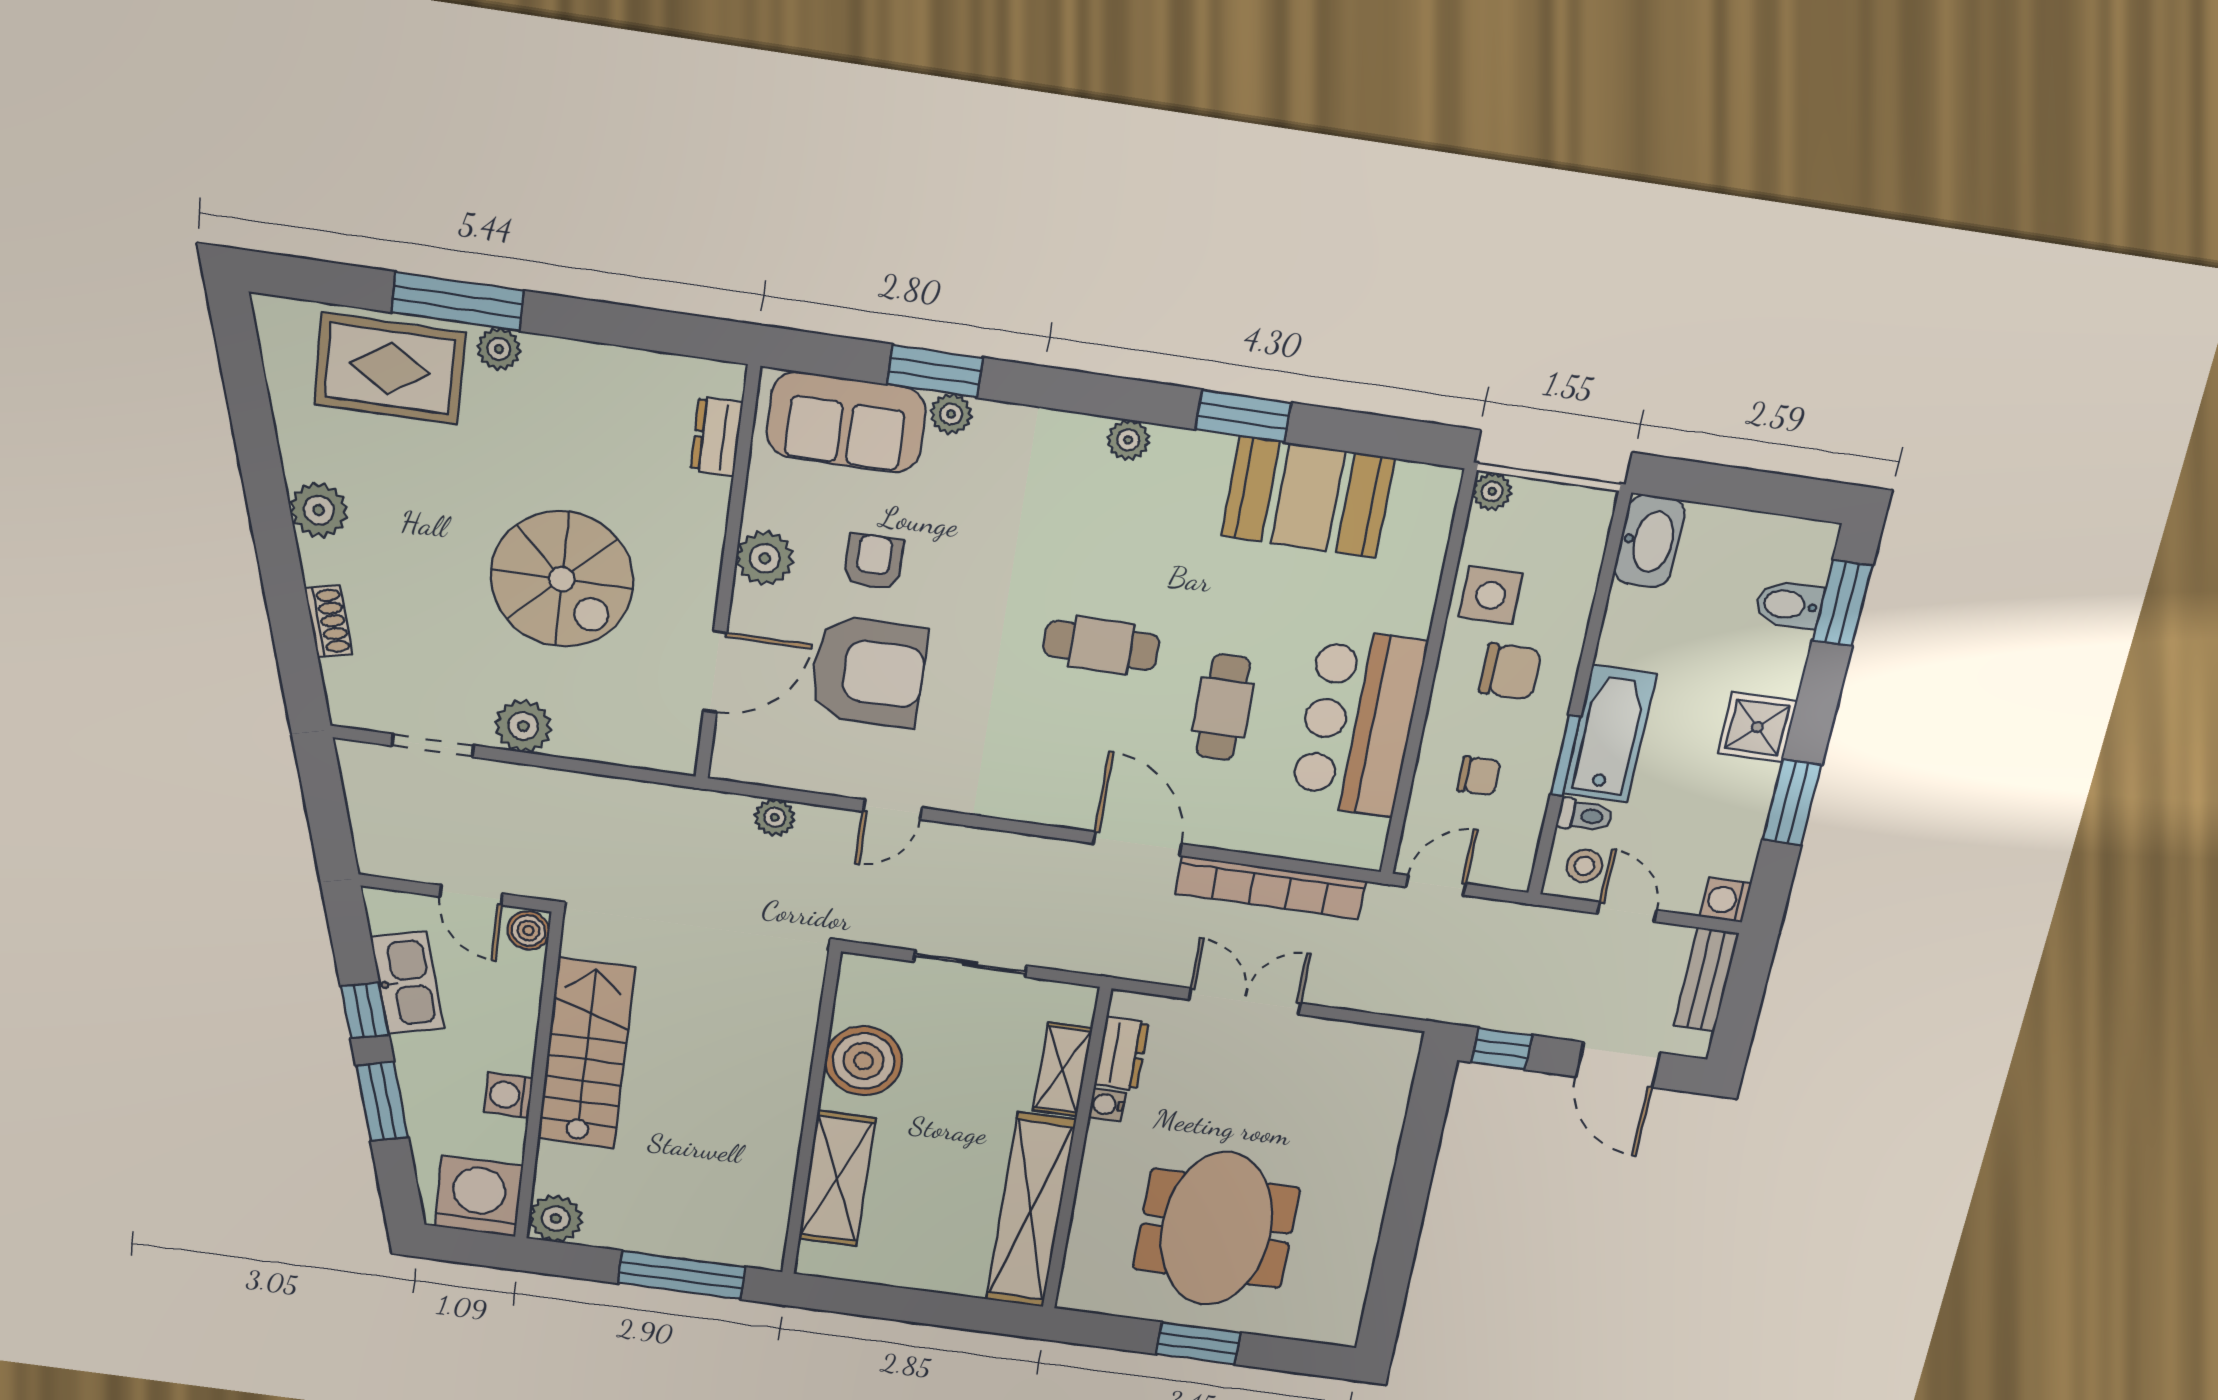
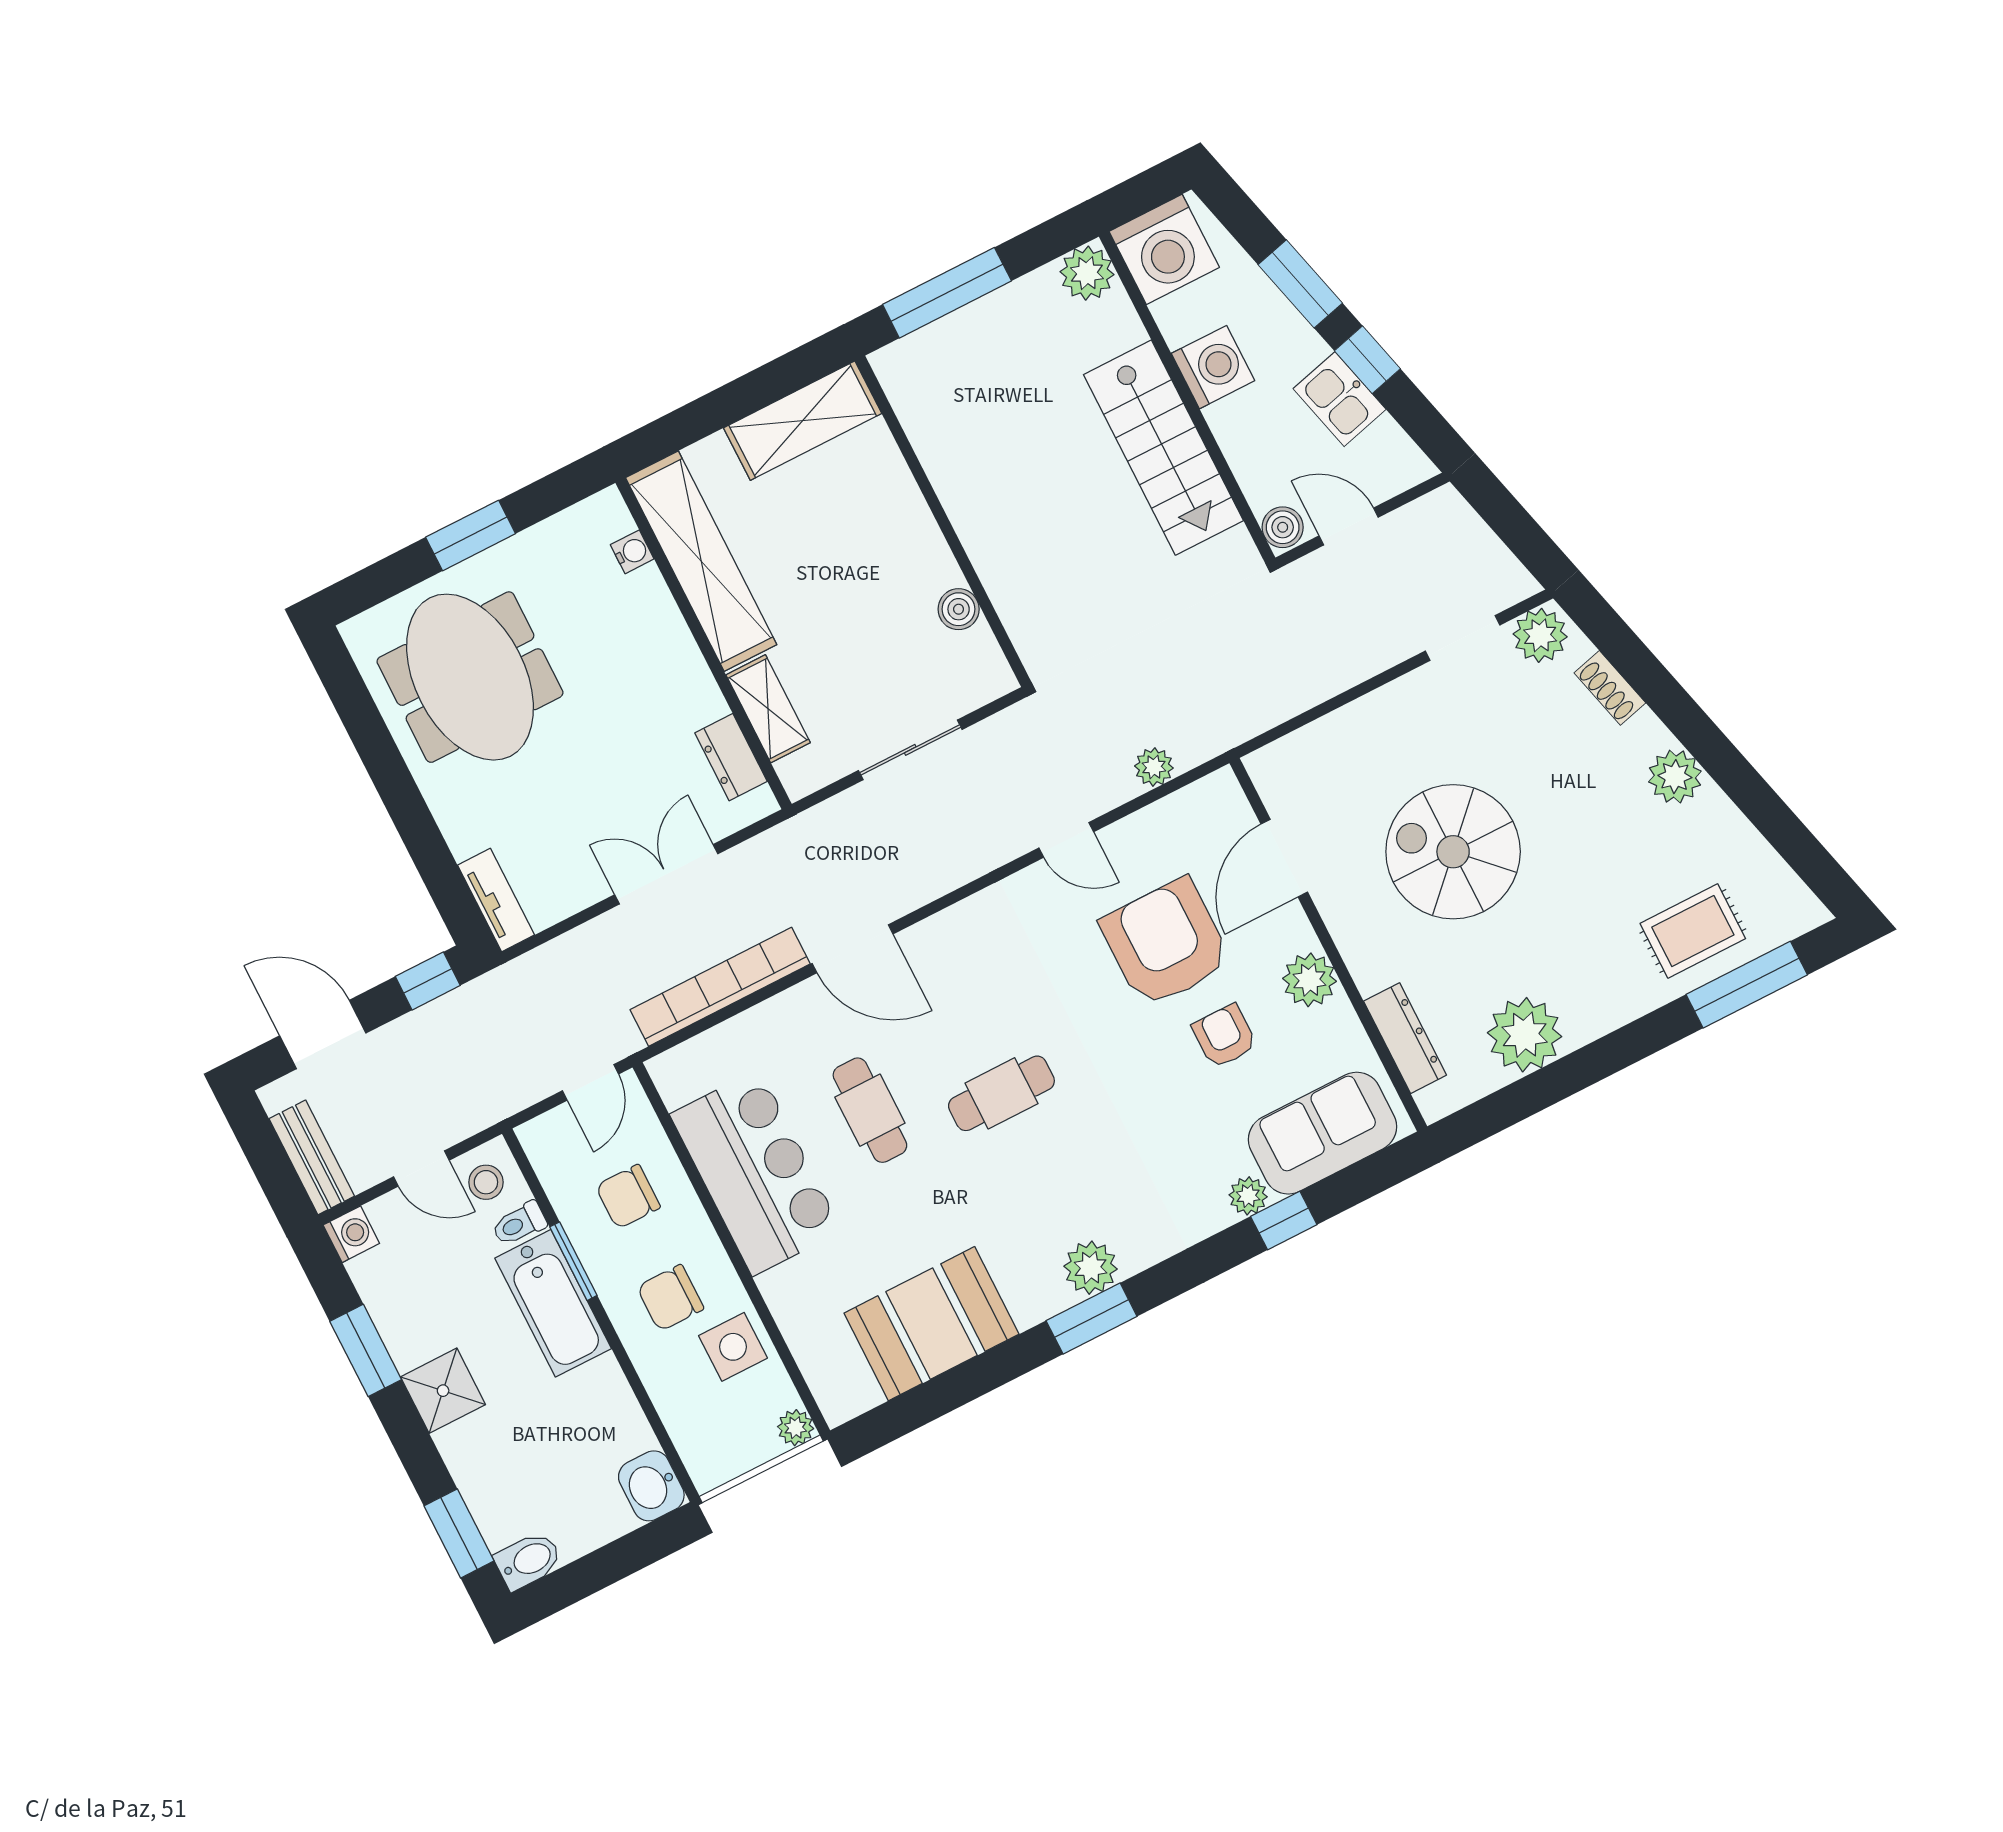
window: (458, 302) -> (1747, 985), moved
plant: (499, 349) -> (1525, 1035), moved, width x1.88, depth x1.88
rug: (390, 369) -> (1693, 931), width x0.73, depth x0.70
window: (935, 371) -> (1284, 1221), width x0.67
window: (1243, 416) -> (1092, 1318), moved
dresser: (717, 436) -> (1405, 1038), width x1.44
plant: (1128, 440) -> (1091, 1268), width x1.38, depth x1.38
washbasin: (1649, 541) -> (651, 1486), width x0.72
armchair: (874, 562) -> (1224, 1036), turned 180
bidet: (1789, 605) -> (528, 1561), moved
armchair: (868, 672) -> (1166, 943), turned 90
plant: (523, 726) -> (1540, 635), moved
chair: (1479, 776) -> (628, 1197), width x1.37, depth x1.37
door: (892, 810) -> (1066, 840), swing flipped
kitchen sink: (407, 983) -> (1340, 399), width x0.73
double door: (1245, 1001) -> (666, 874), swing flipped
boiler: (864, 1061) -> (959, 609), width x0.54, depth x0.54
tv unit: (1397, 1072) -> (496, 900), added
washing machine: (508, 1095) -> (1213, 367), width x1.38, depth x1.38
water cooler: (1107, 1105) -> (632, 552), moved
shelving: (837, 1179) -> (803, 421), moved, turned 90
meeting table: (1216, 1229) -> (470, 677), moved

